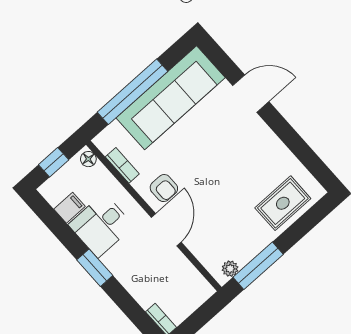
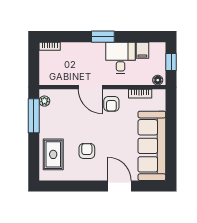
window: (132, 92) -> (171, 130), removed
door: (251, 94) -> (120, 186), swing flipped
armchair: (244, 168) -> (87, 151), added
armchair: (164, 188) -> (111, 104), turned -90

